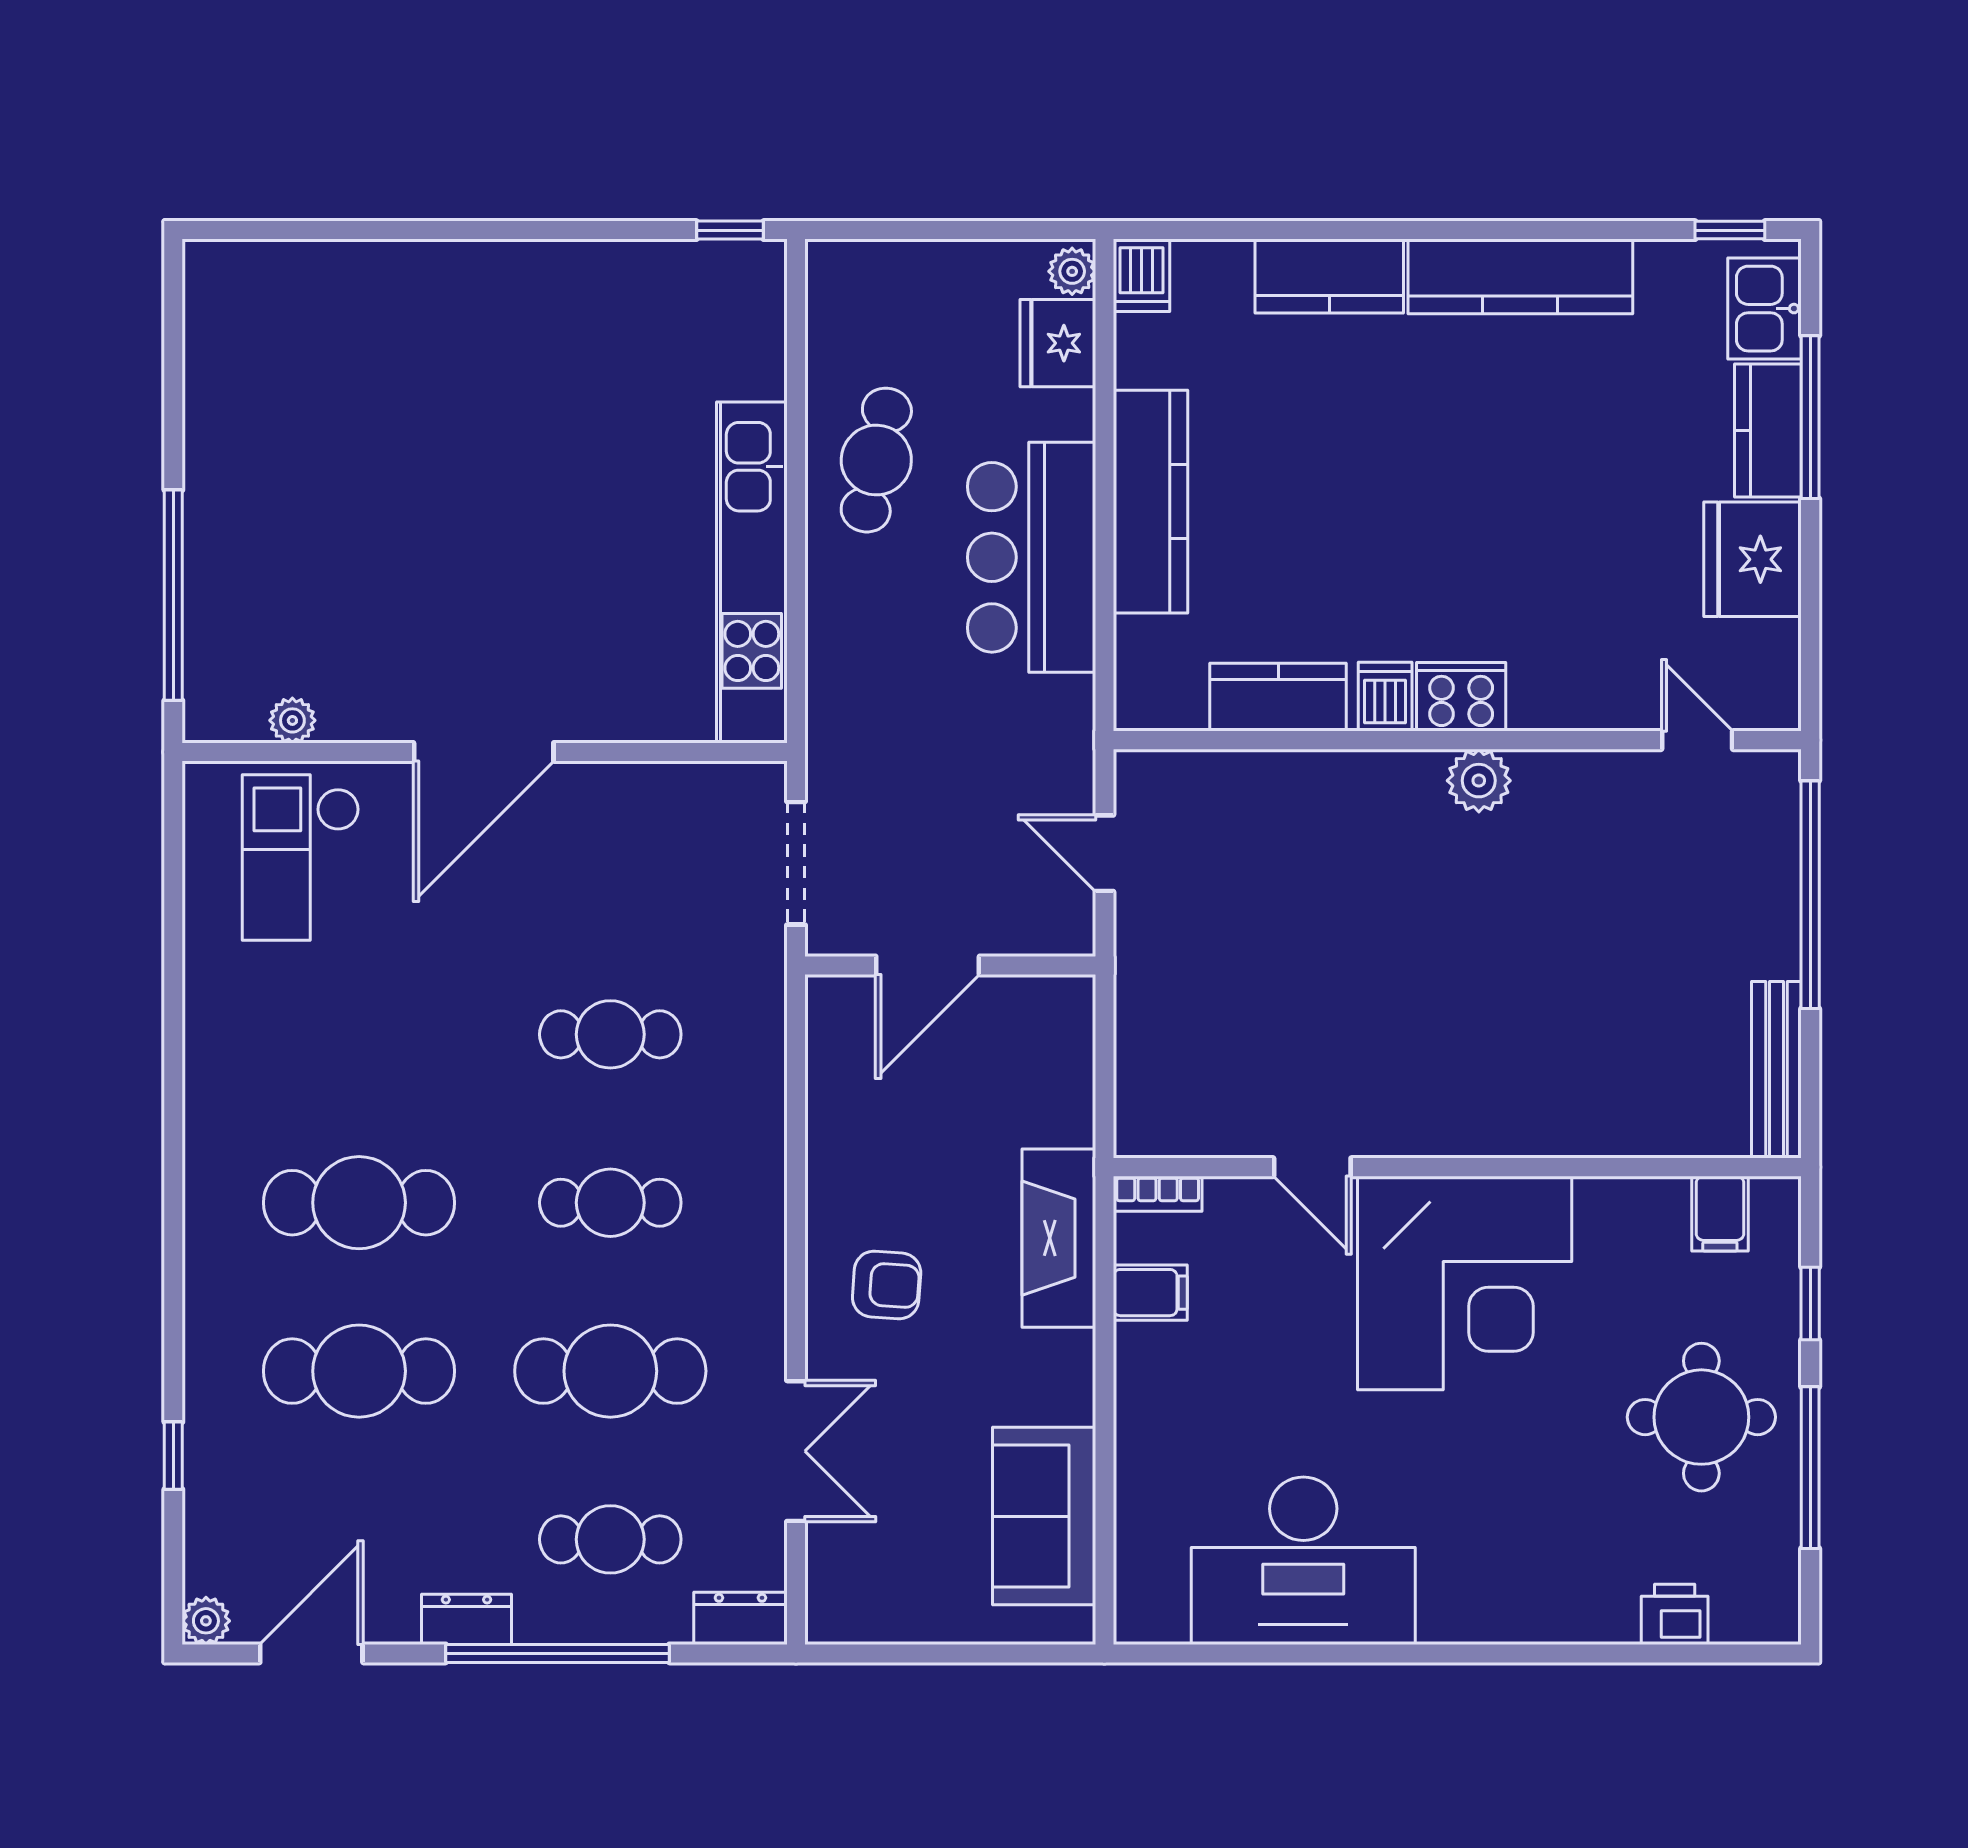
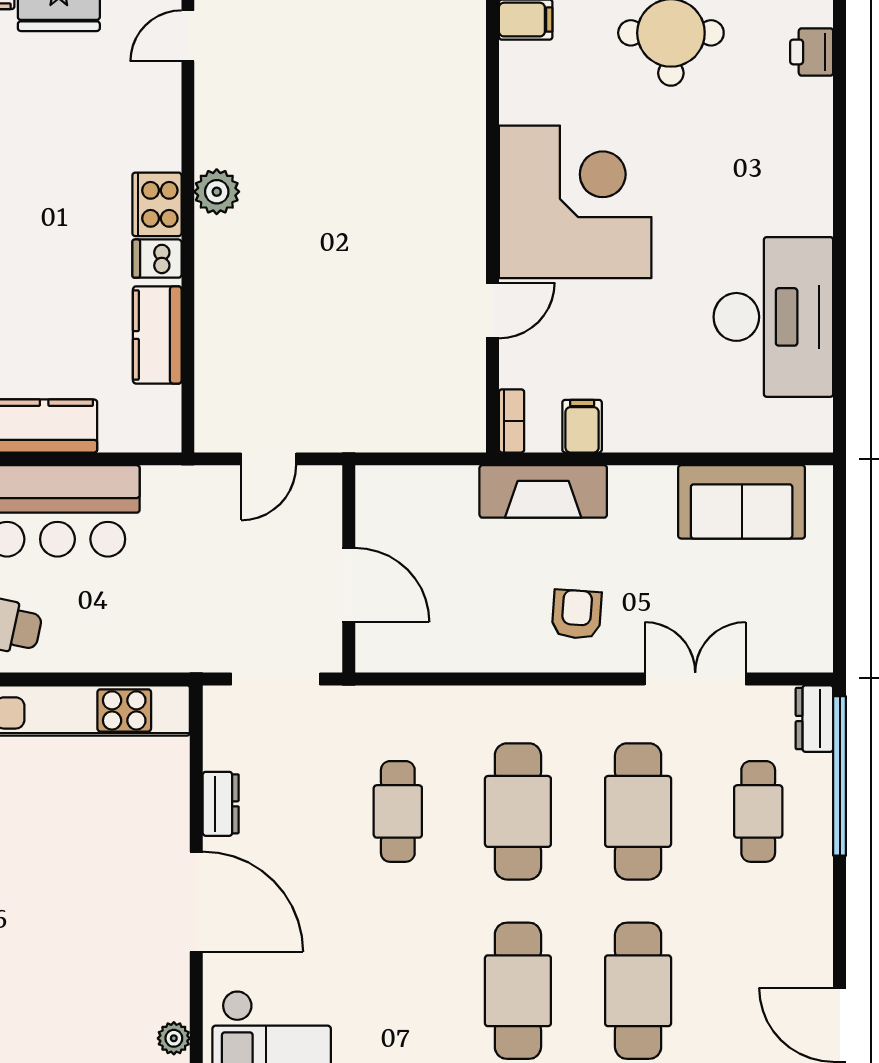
cafe table: (610, 1203) -> (518, 811), width x1.37, depth x1.35
dresser: (466, 1619) -> (221, 804), moved, turned 180
window: (557, 1653) -> (840, 776), moved

